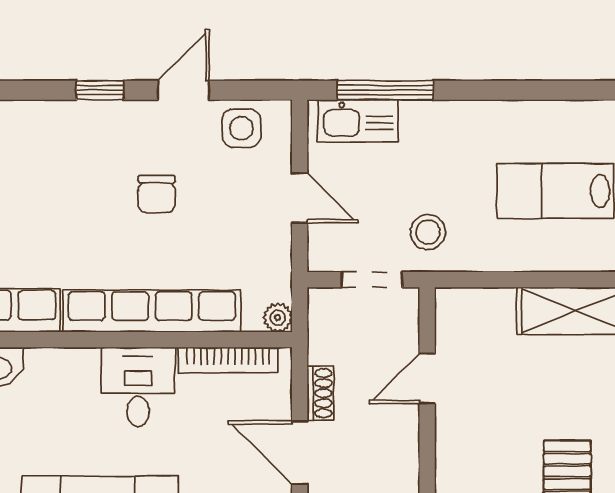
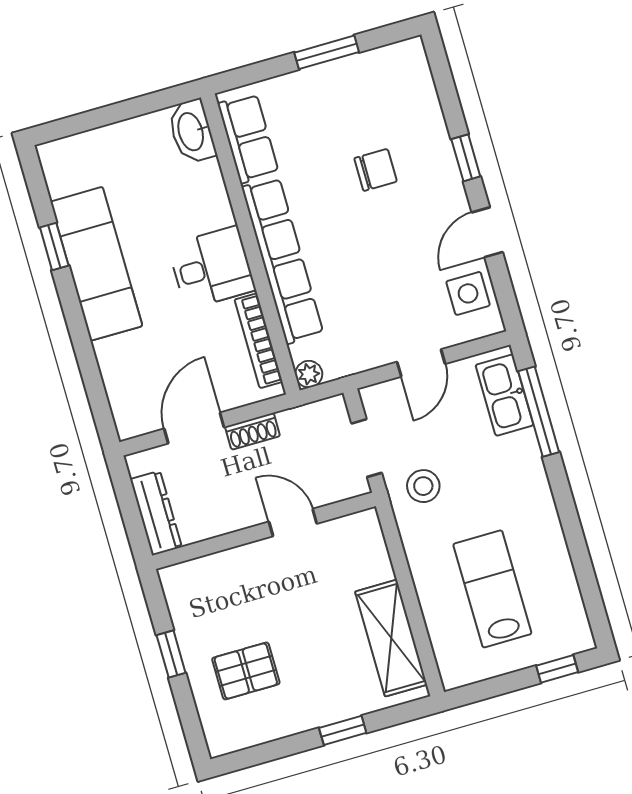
door: (184, 90) -> (487, 232), swing flipped
chair: (157, 194) -> (376, 170), moved, turned 180

